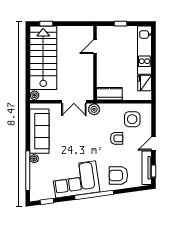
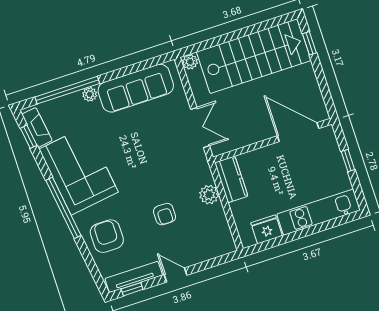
door: (95, 47) -> (298, 132), width x1.88
double door: (74, 102) -> (200, 127), swing flipped
plant: (94, 109) -> (209, 195), moved
side table: (132, 119) -> (203, 229), removed
fireplace: (43, 195) -> (37, 127), added

